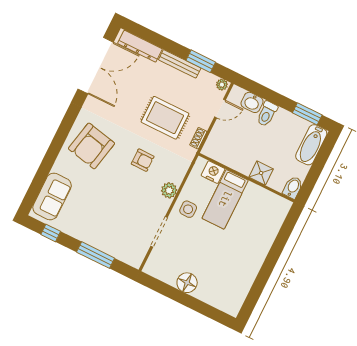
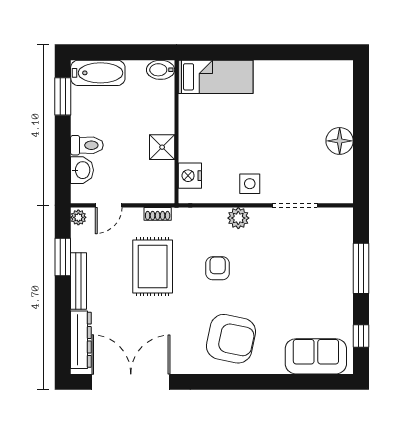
door: (220, 109) -> (109, 205), swing flipped
shower: (261, 173) -> (162, 147), moved
bed: (225, 199) -> (216, 77), moved

